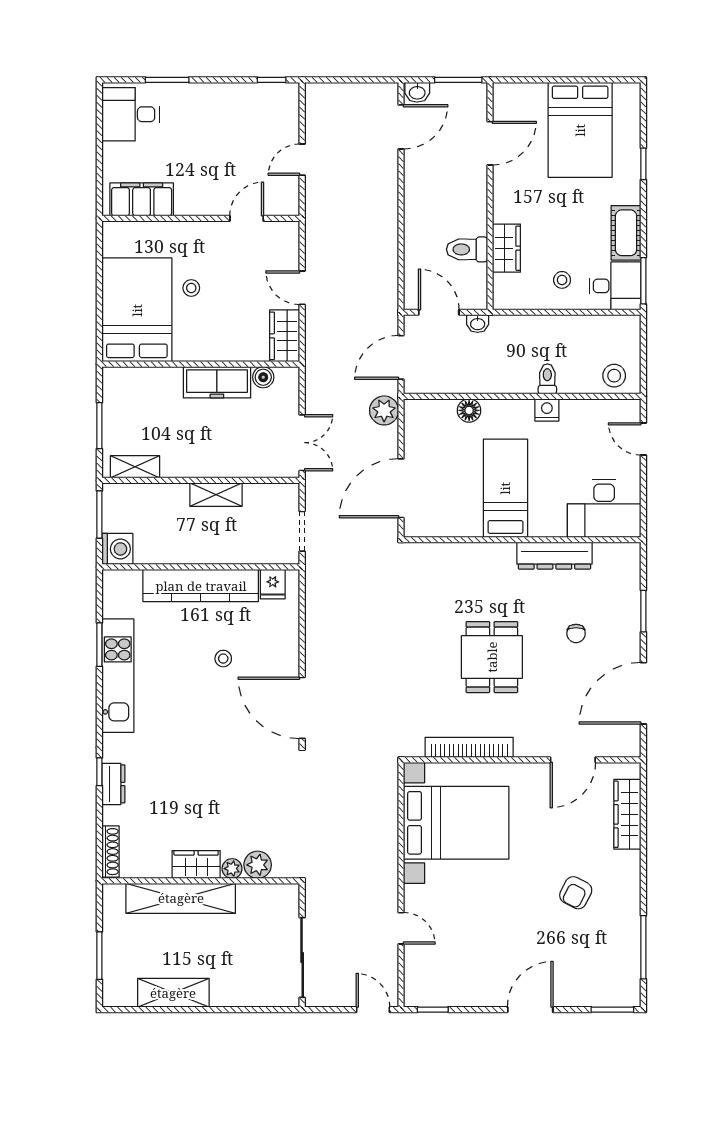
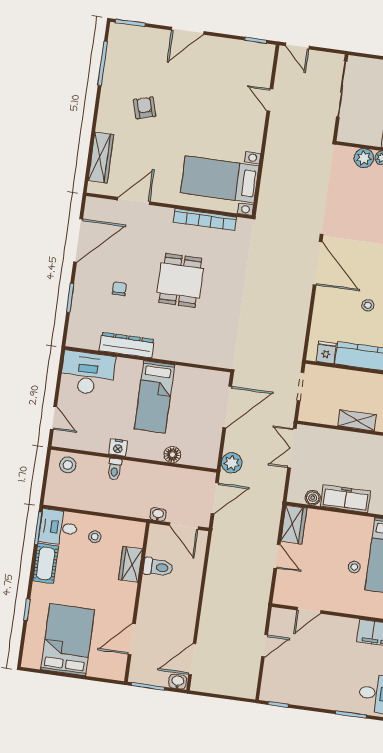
bed with nightstands: (456, 823) -> (220, 179), width x0.73
armchair: (576, 893) -> (145, 108), turned -43

